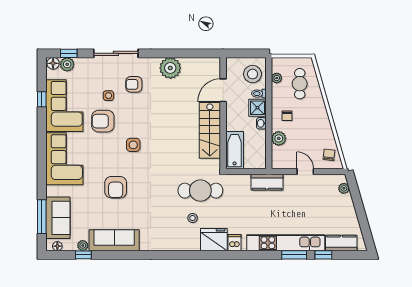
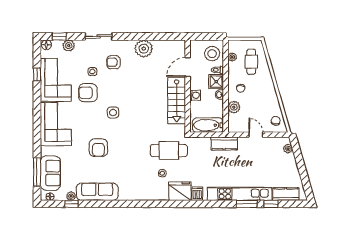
sliding door: (116, 53) -> (99, 36), width x0.73
plant: (67, 64) -> (69, 46), moved
washing machine: (232, 124) -> (195, 95), added
bathtub: (235, 150) -> (208, 125), moved, turned -90

